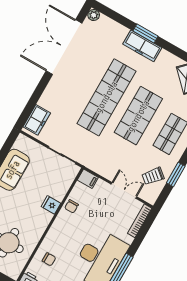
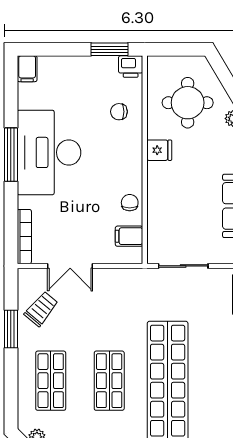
shop shelf: (138, 116) -> (109, 381), width x0.70, depth x0.74
filing cabinet: (88, 179) -> (129, 236), moved
fridge: (51, 205) -> (159, 150), moved

